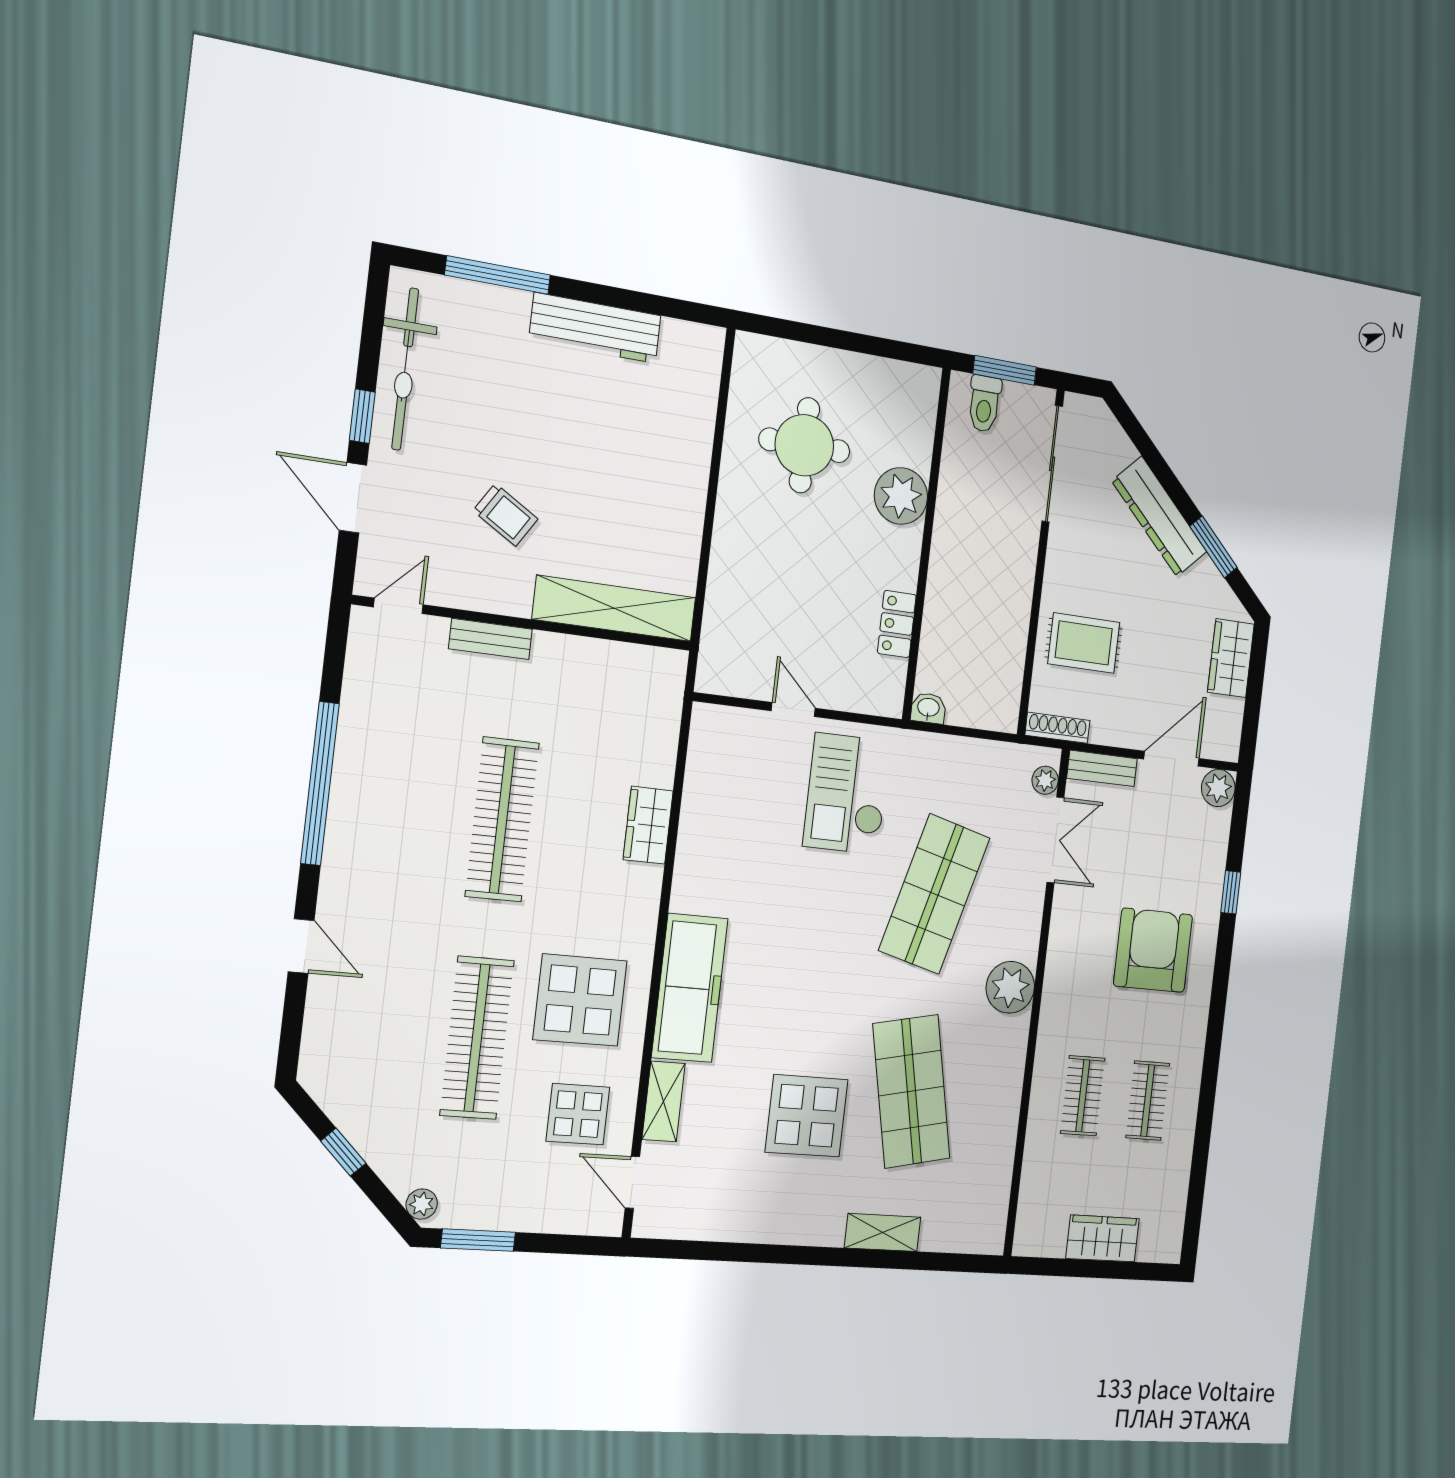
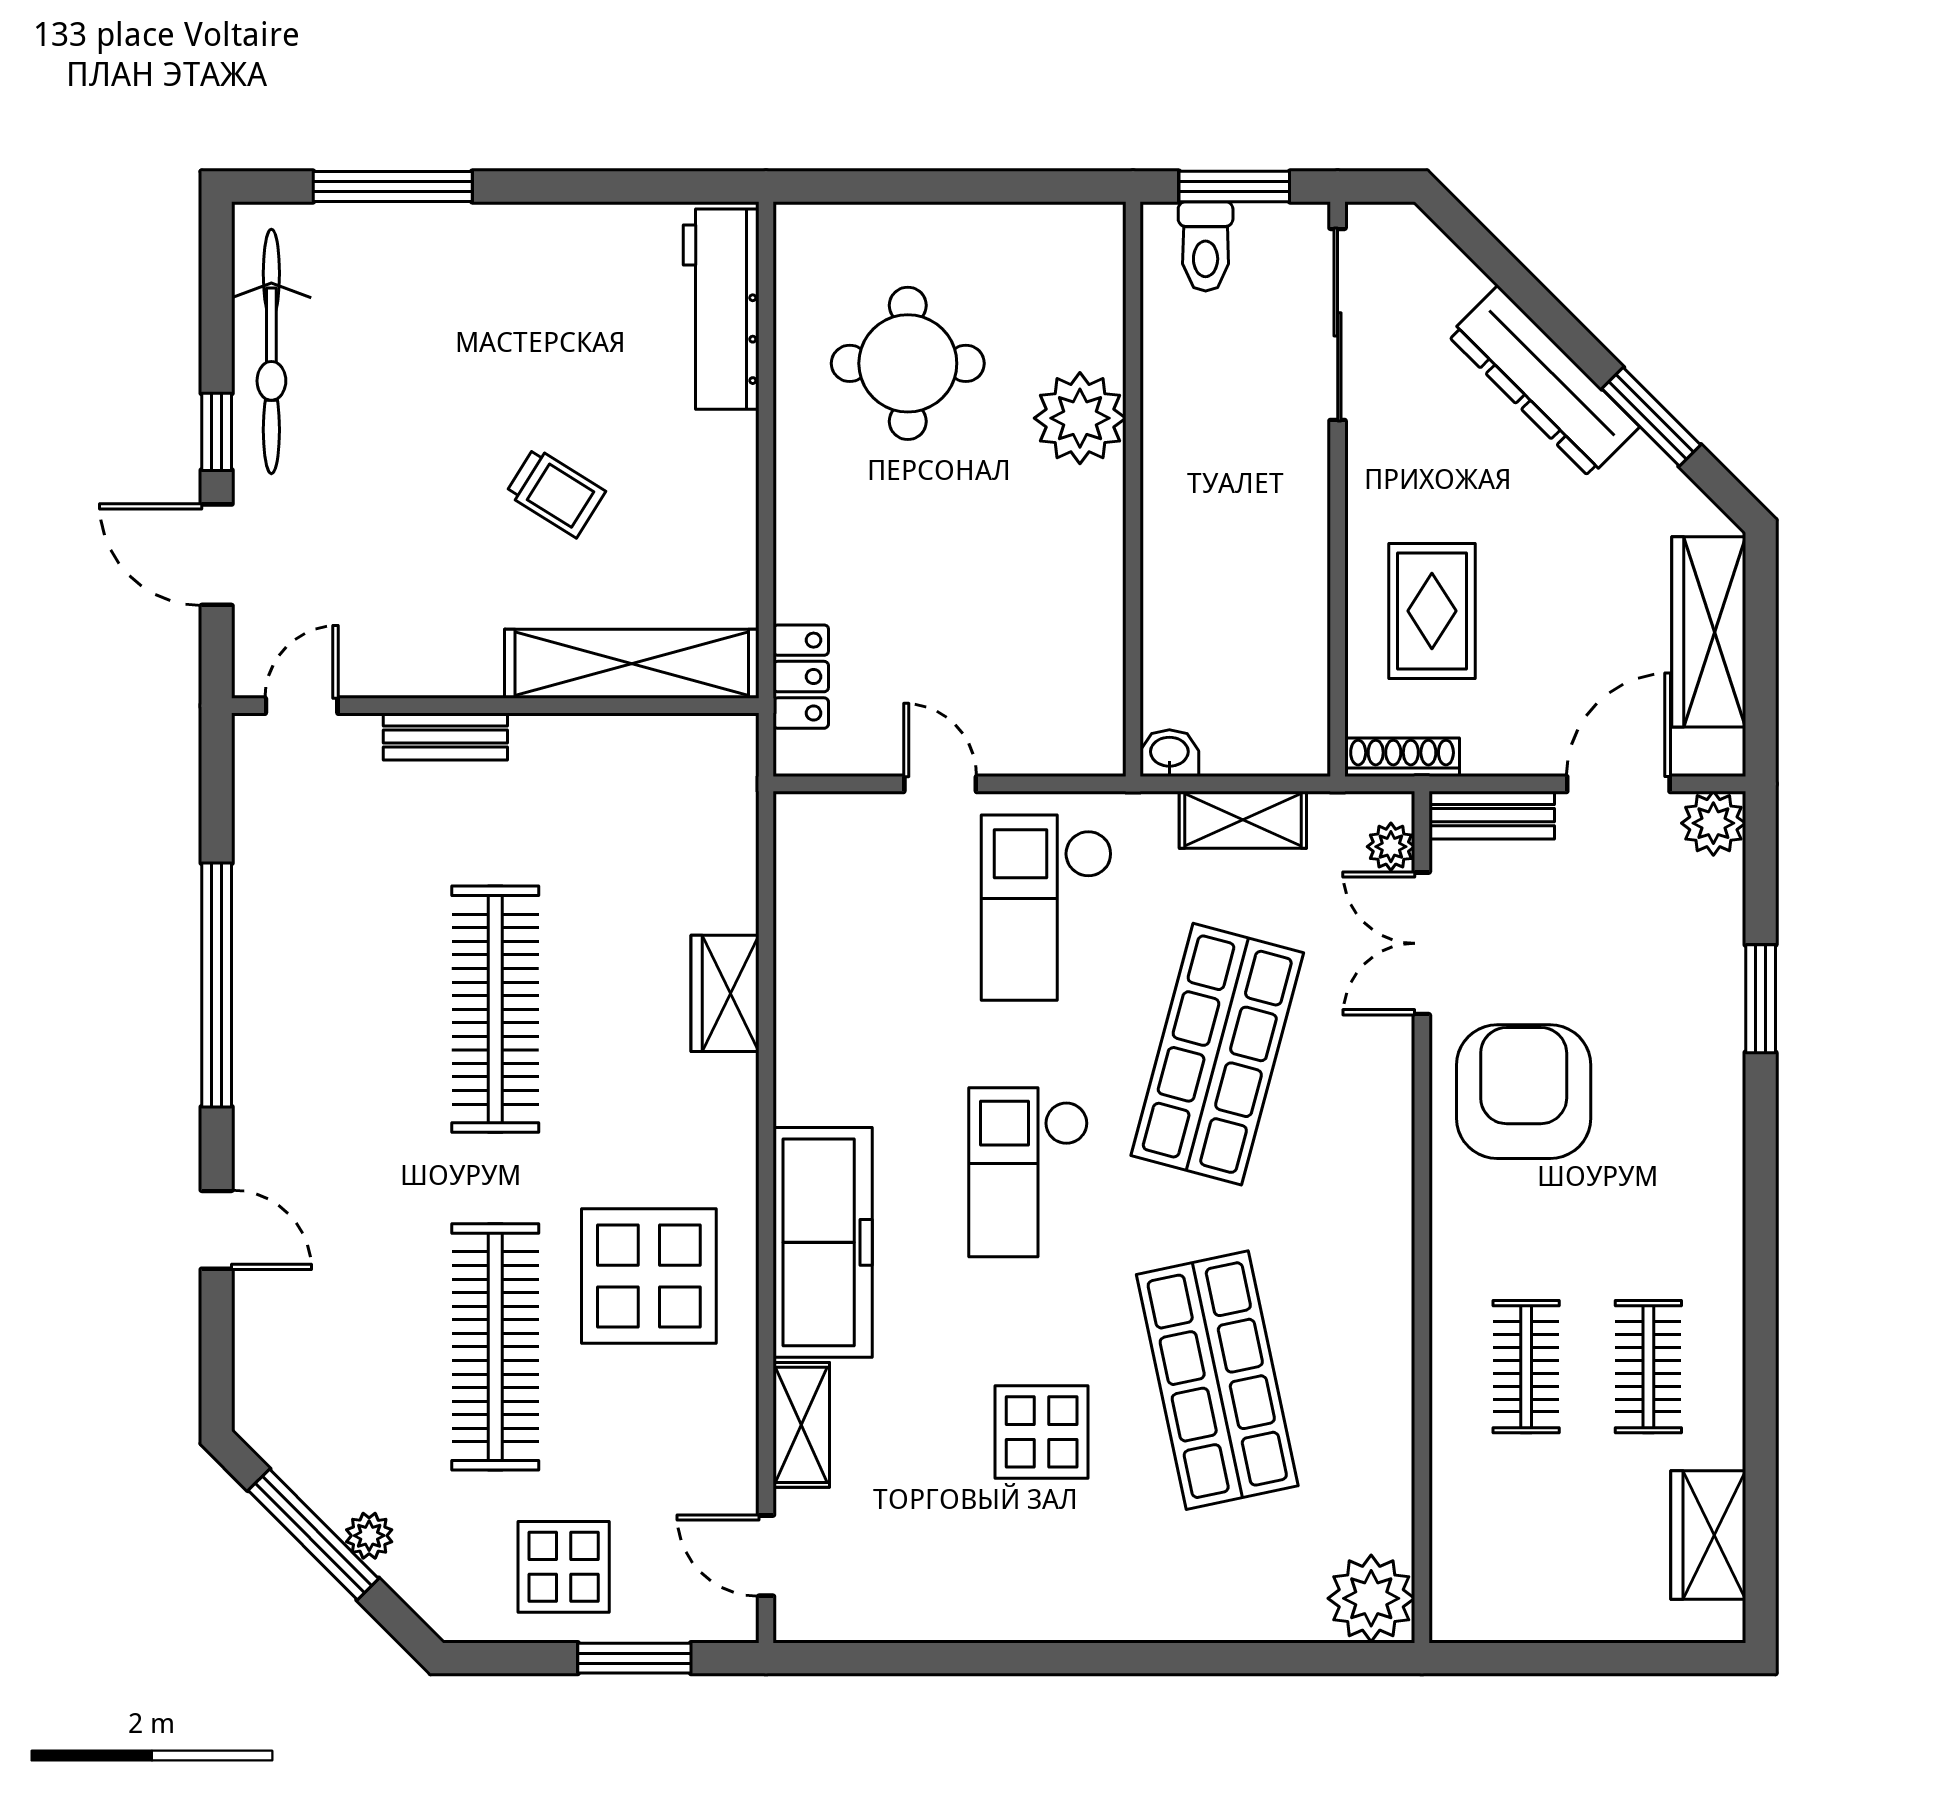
workbench: (595, 328) -> (721, 309), moved, turned 90
trolley: (505, 515) -> (555, 493), moved
locker: (897, 624) -> (801, 677), moved, turned 180
rug: (1084, 643) -> (1432, 611), turned 90
wardrobe: (1231, 658) -> (1709, 632), width x1.50
double door: (1055, 840) -> (1422, 943), swing flipped
window: (1231, 892) -> (1761, 999), width x1.50
armchair: (1153, 950) -> (1524, 1092), moved
checkout: (817, 955) -> (1028, 1172), added
plant: (1010, 987) -> (1371, 1598), moved
display table: (578, 1114) -> (564, 1567), moved
display table: (807, 1116) -> (1042, 1432), width x0.73, depth x0.73
window: (343, 1152) -> (313, 1534), width x2.17
plant: (422, 1204) -> (369, 1536), moved
shelving: (883, 1232) -> (1243, 820), moved
wardrobe: (1103, 1238) -> (1708, 1535), moved, turned -90
window: (478, 1240) -> (634, 1658), moved

